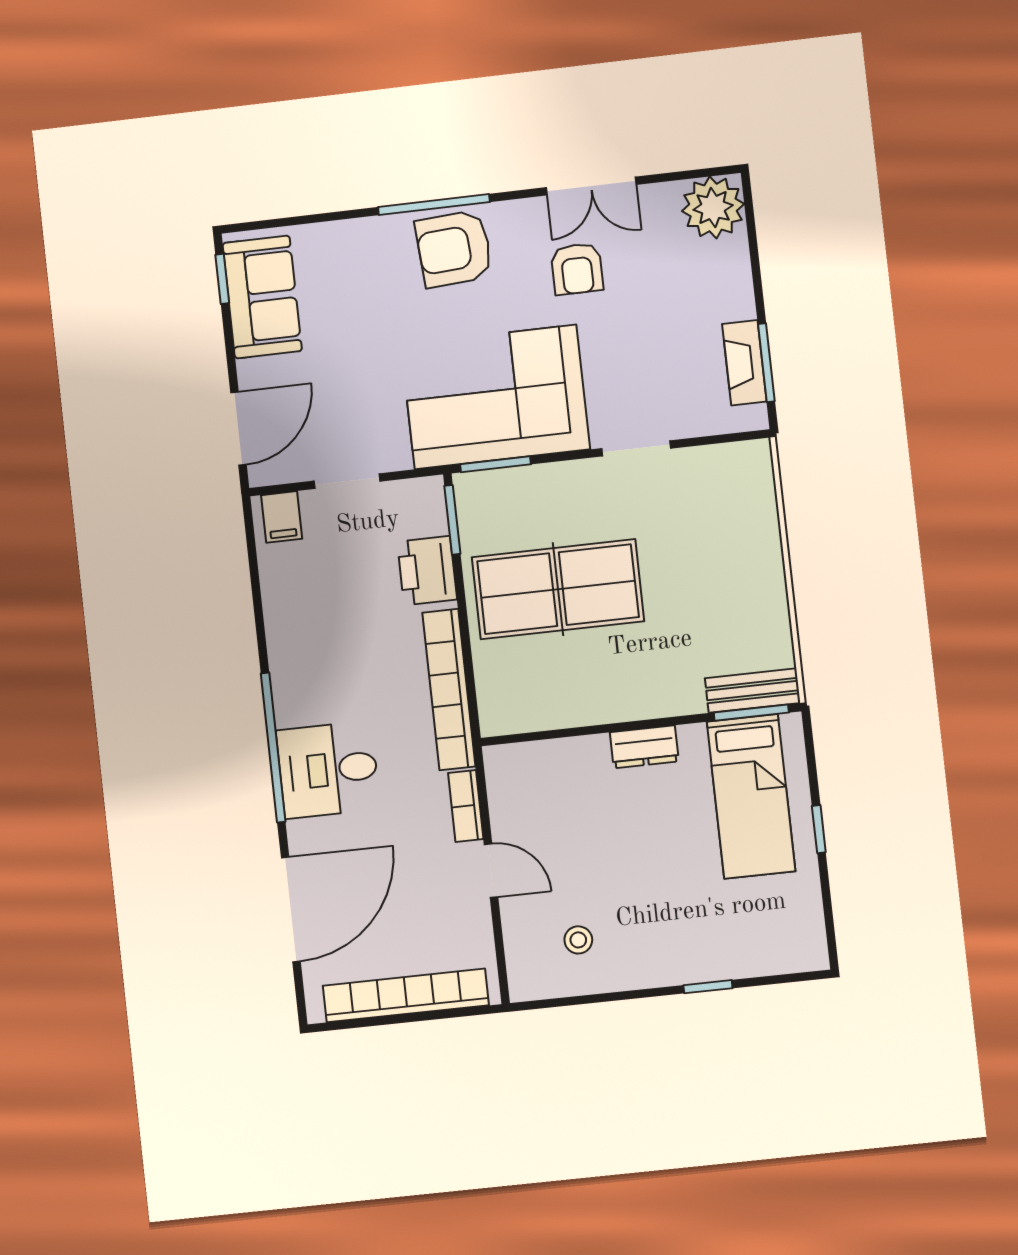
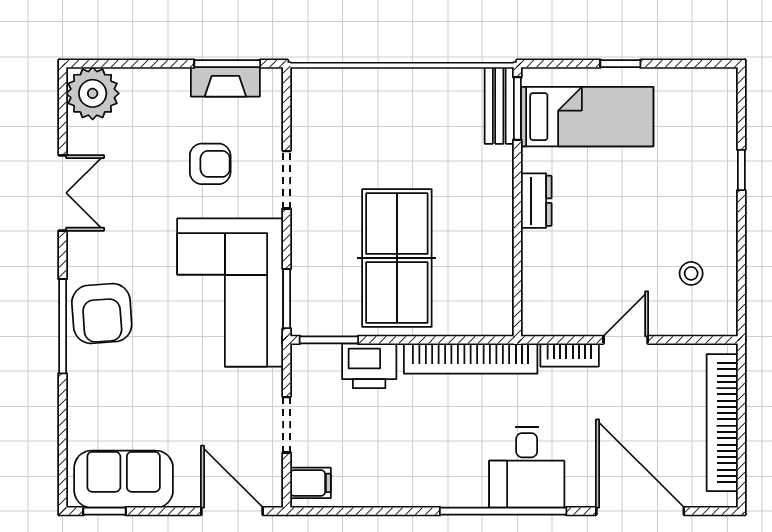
armchair: (577, 269) -> (210, 164), moved

